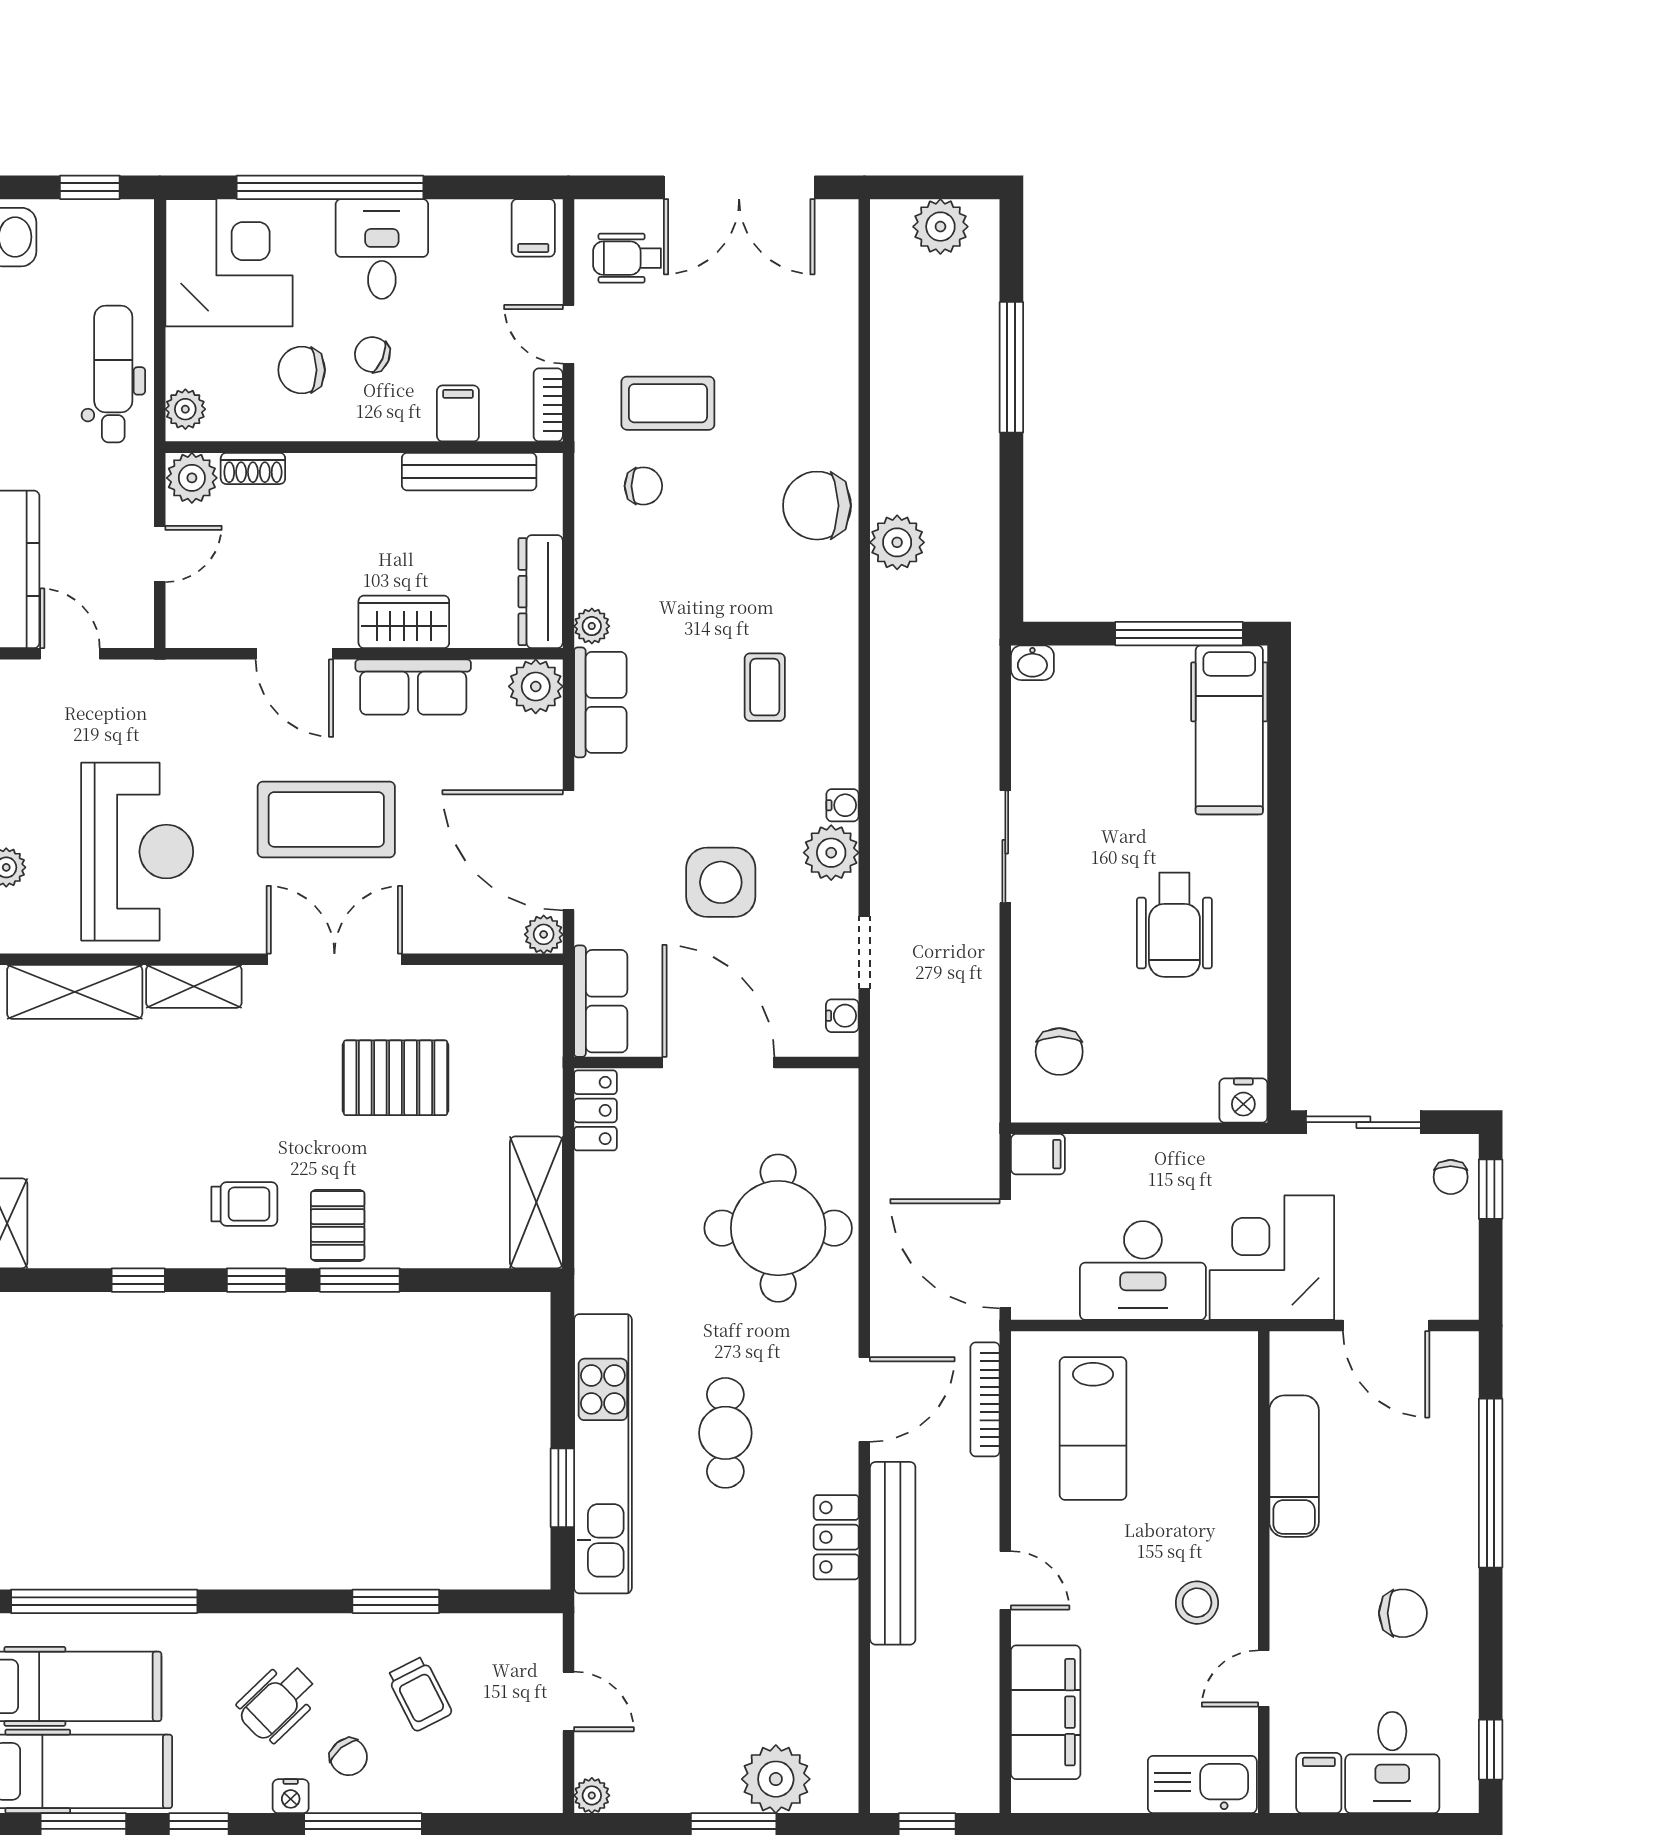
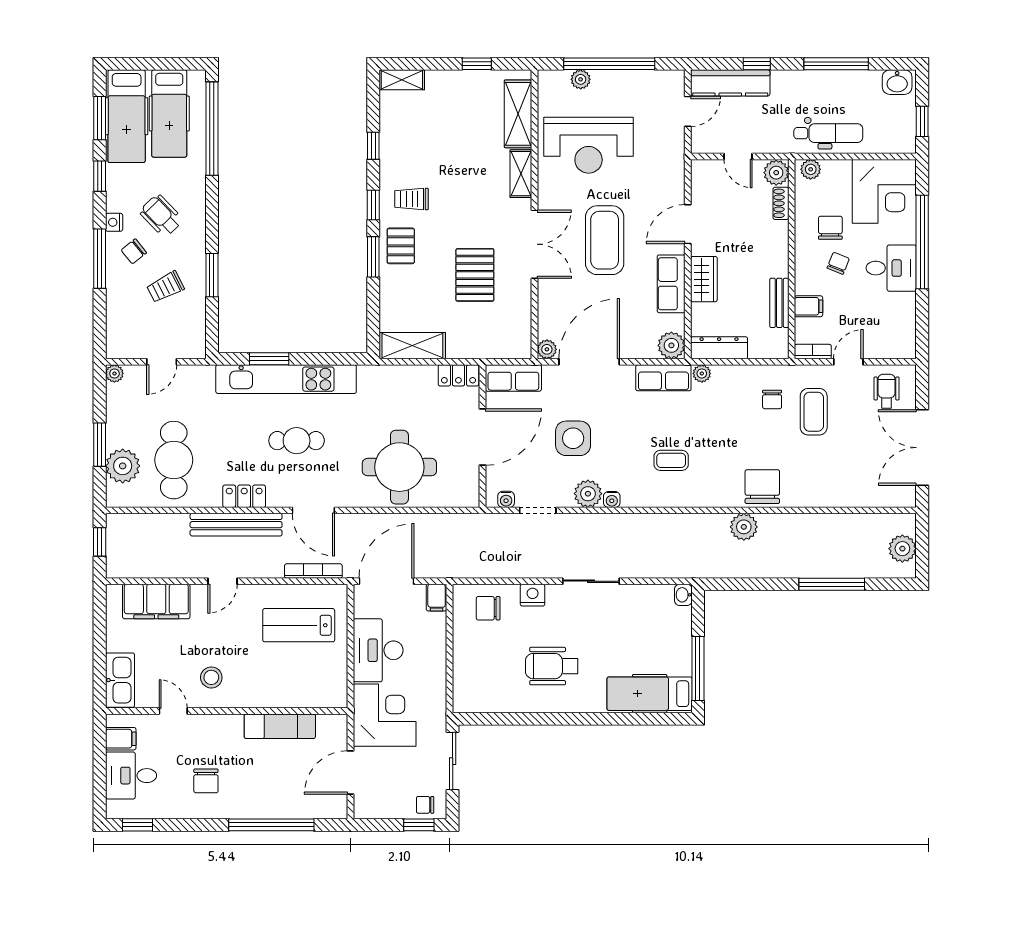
filing cabinet: (533, 228) -> (902, 344), removed
bench: (469, 472) -> (779, 303), width x0.73
nightstand: (1243, 1101) -> (533, 595), moved, turned 90
trolley: (244, 1204) -> (411, 199), turned 90
pallet: (338, 1225) -> (401, 246), turned 90
cafe table: (764, 1677) -> (174, 460), added

